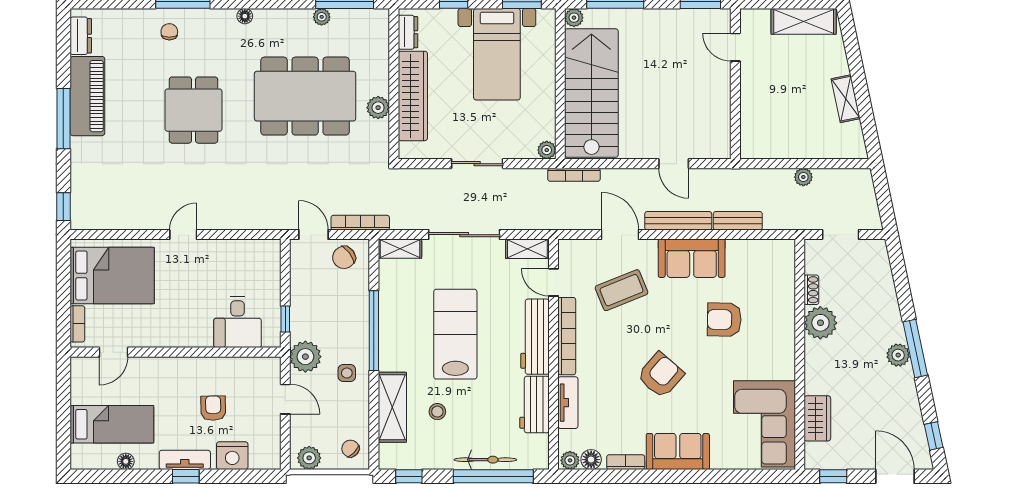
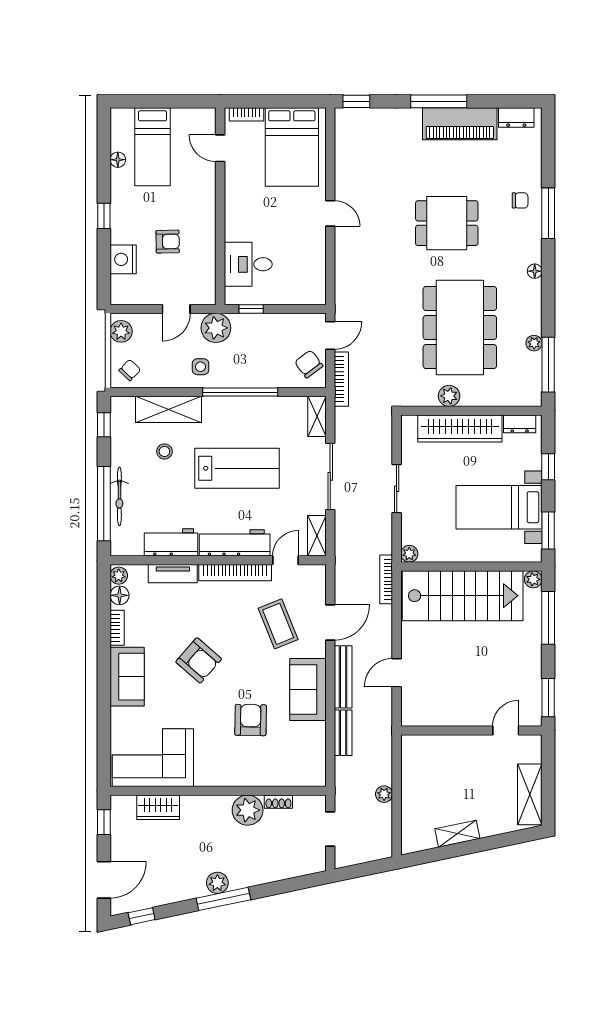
tv unit: (185, 460) -> (119, 215), removed

